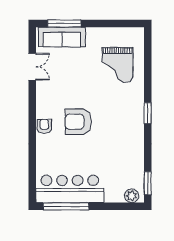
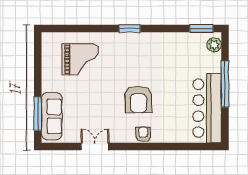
double door: (32, 67) -> (95, 147), moved
armchair: (44, 126) -> (143, 134), turned 90
window: (66, 206) -> (225, 84), moved

